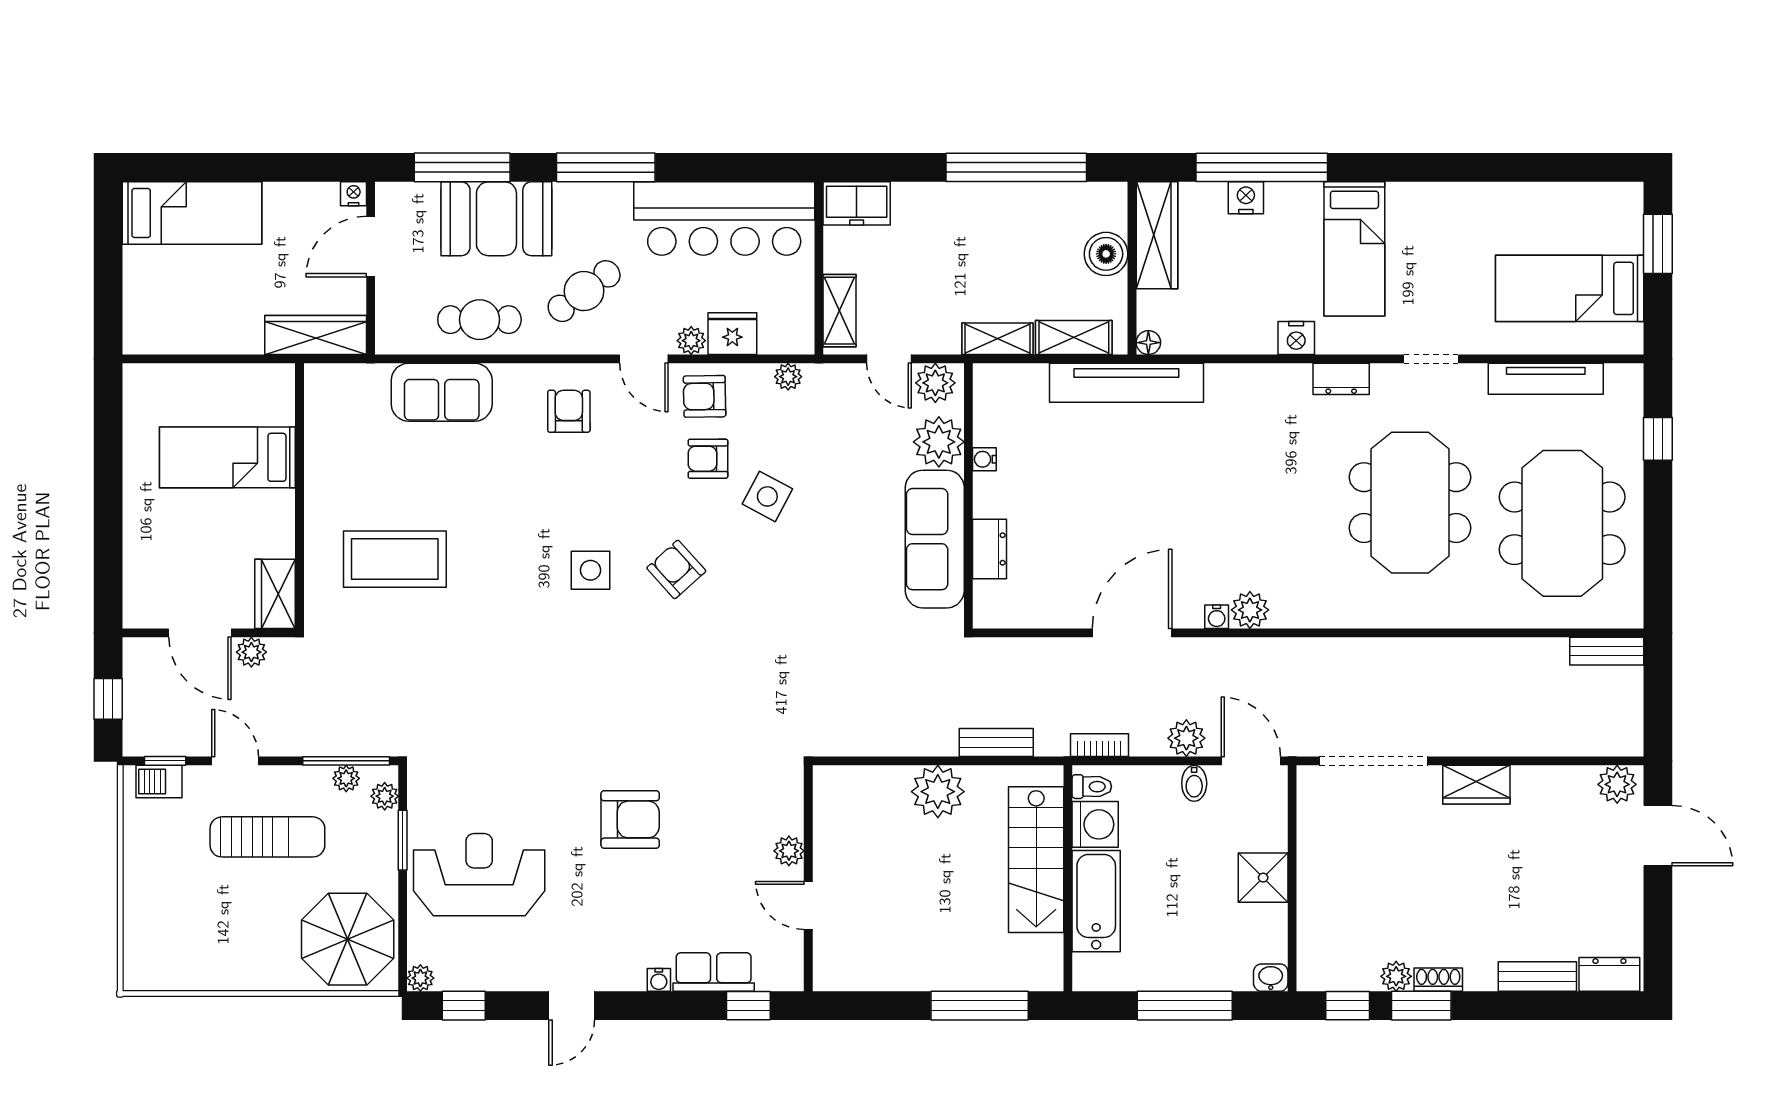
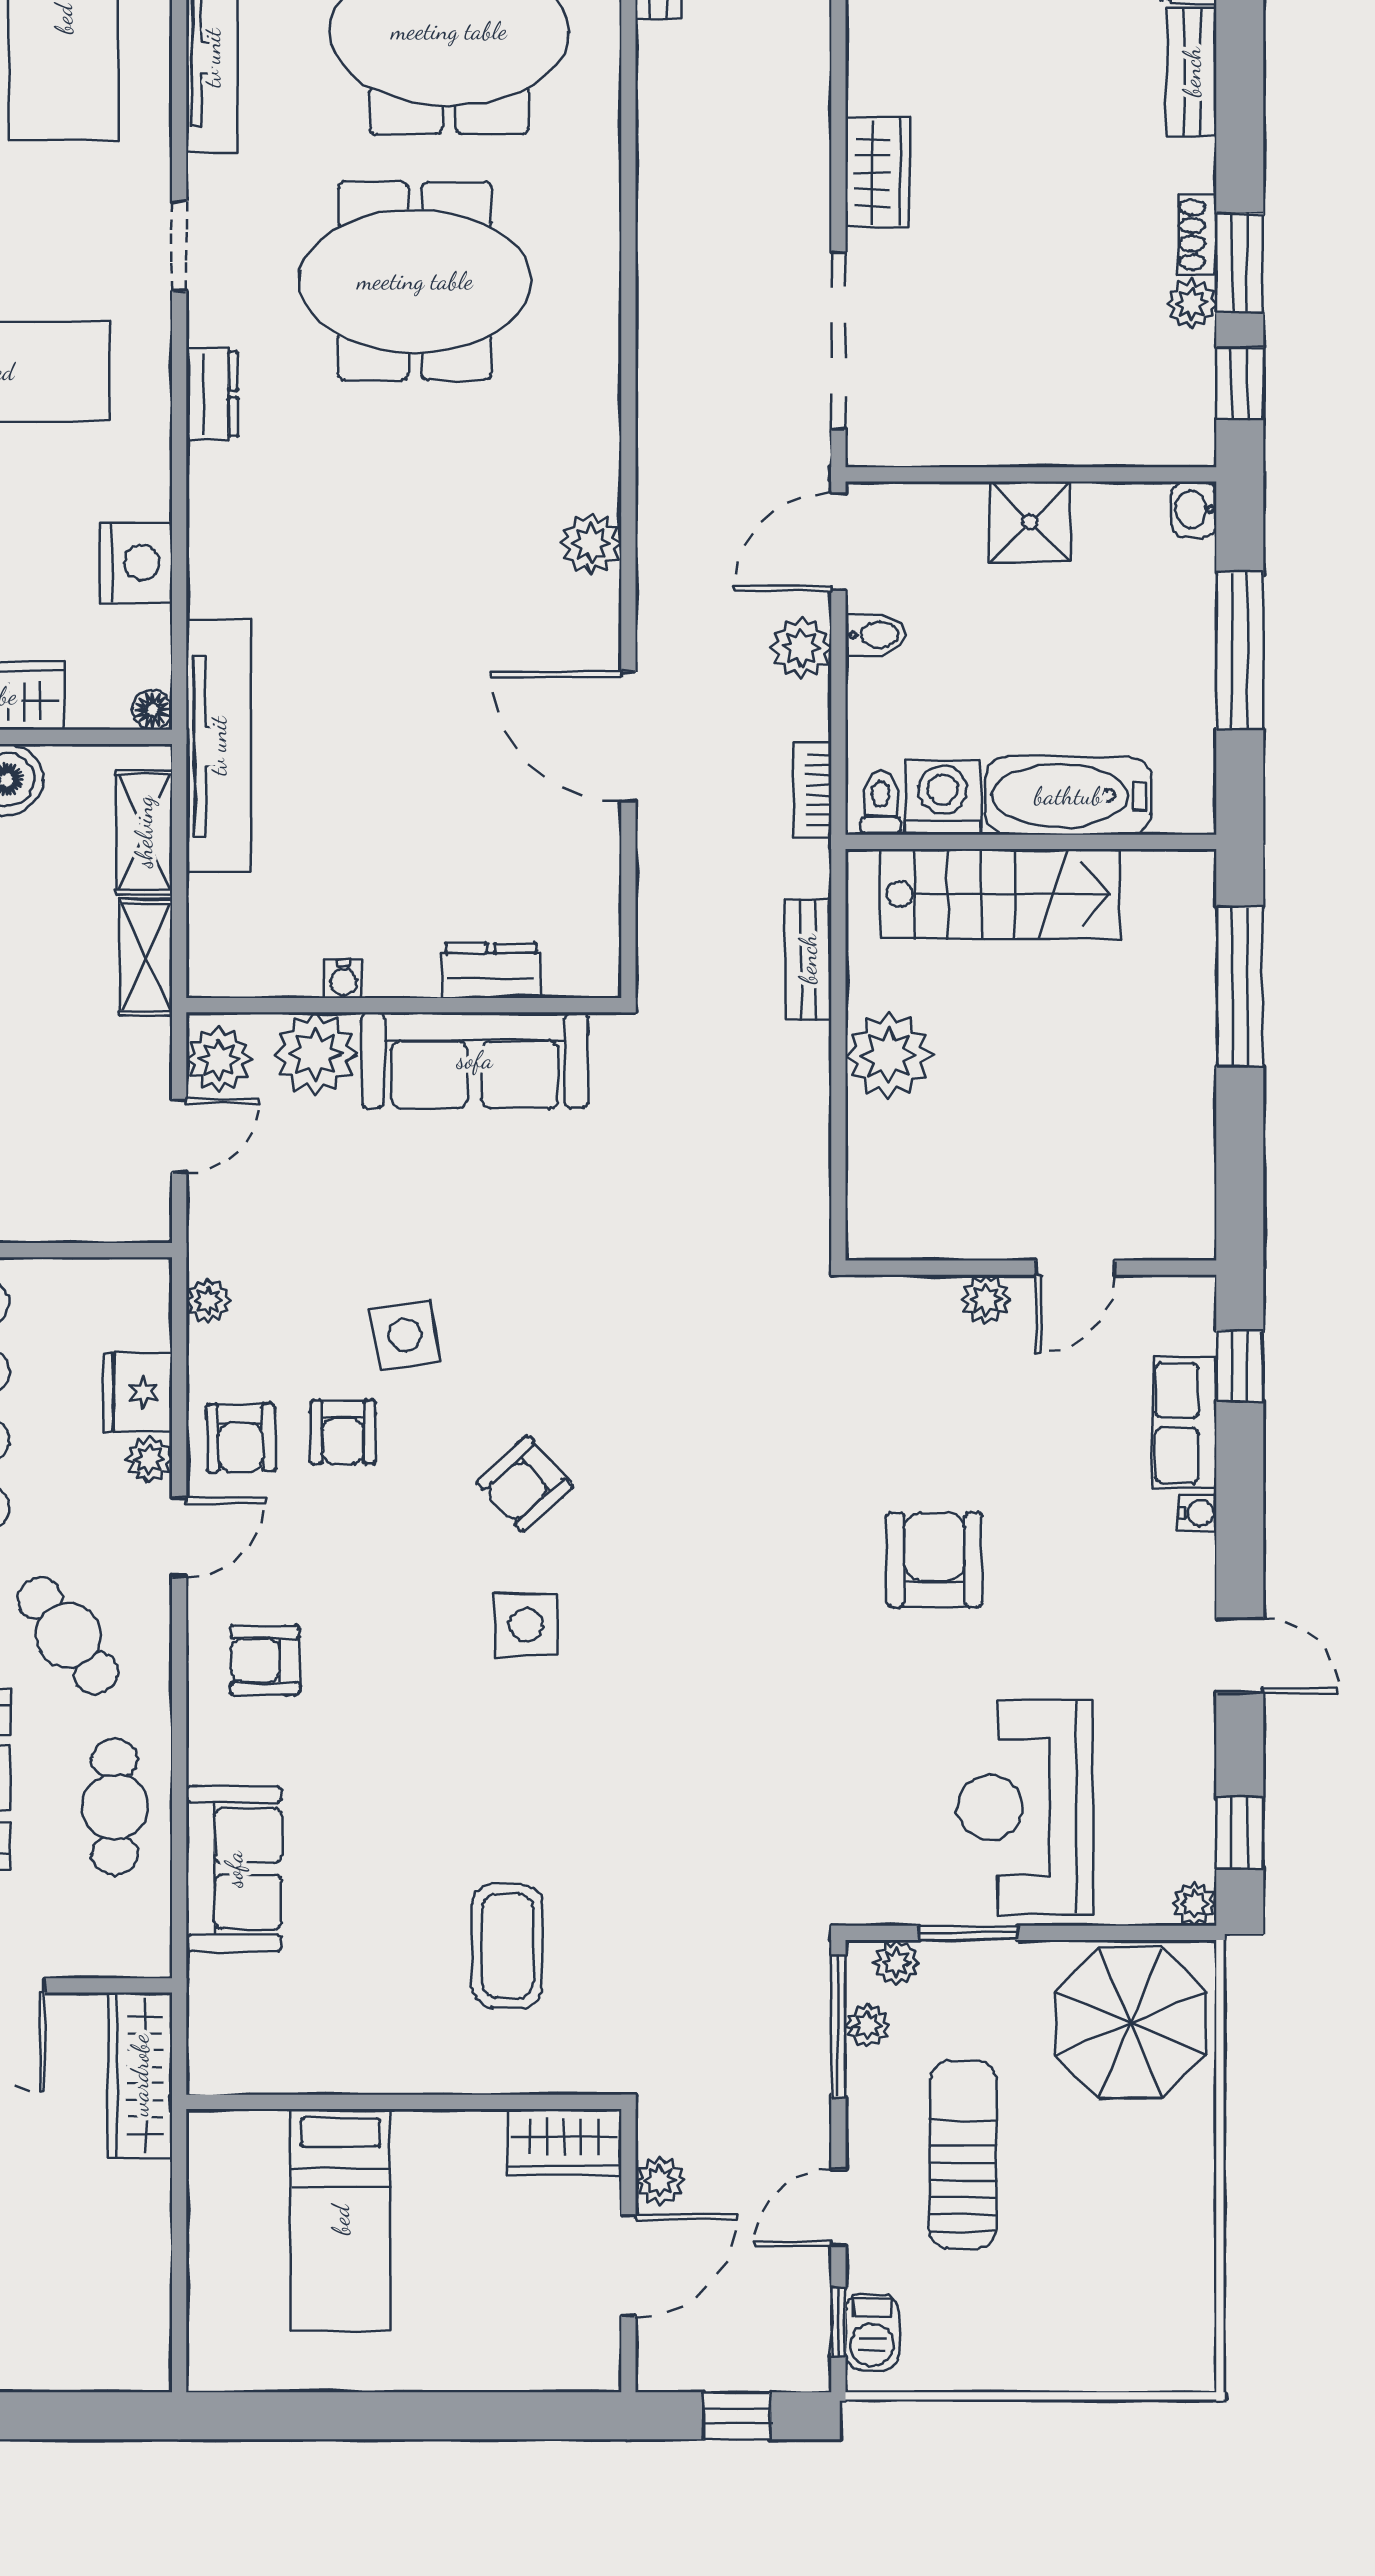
shelving: (840, 311) -> (100, 1216), removed
nightstand: (1296, 338) -> (136, 563), moved, width x1.36, depth x1.33
side table: (767, 496) -> (405, 1335), turned -38
coffee table: (395, 559) -> (507, 1946), width x0.73, depth x0.76
water cooler: (1217, 617) -> (602, 598), removed

